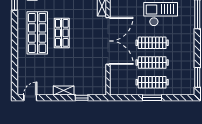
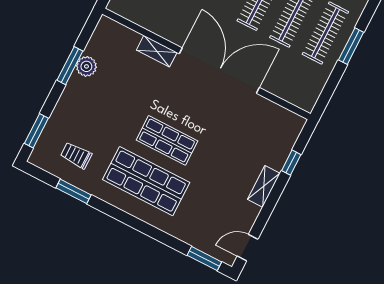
window: (14, 80) -> (204, 259), added
door: (30, 98) -> (247, 248), hinge flipped

